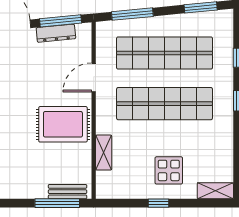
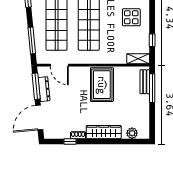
door: (94, 77) -> (59, 65), moved
shelving: (104, 153) -> (138, 59), moved
window: (159, 203) -> (152, 40), moved

